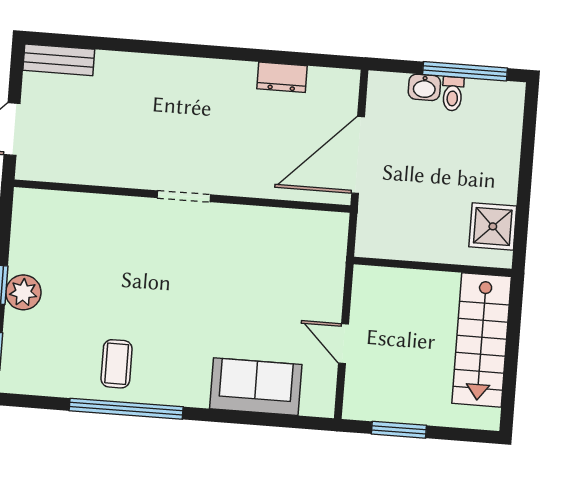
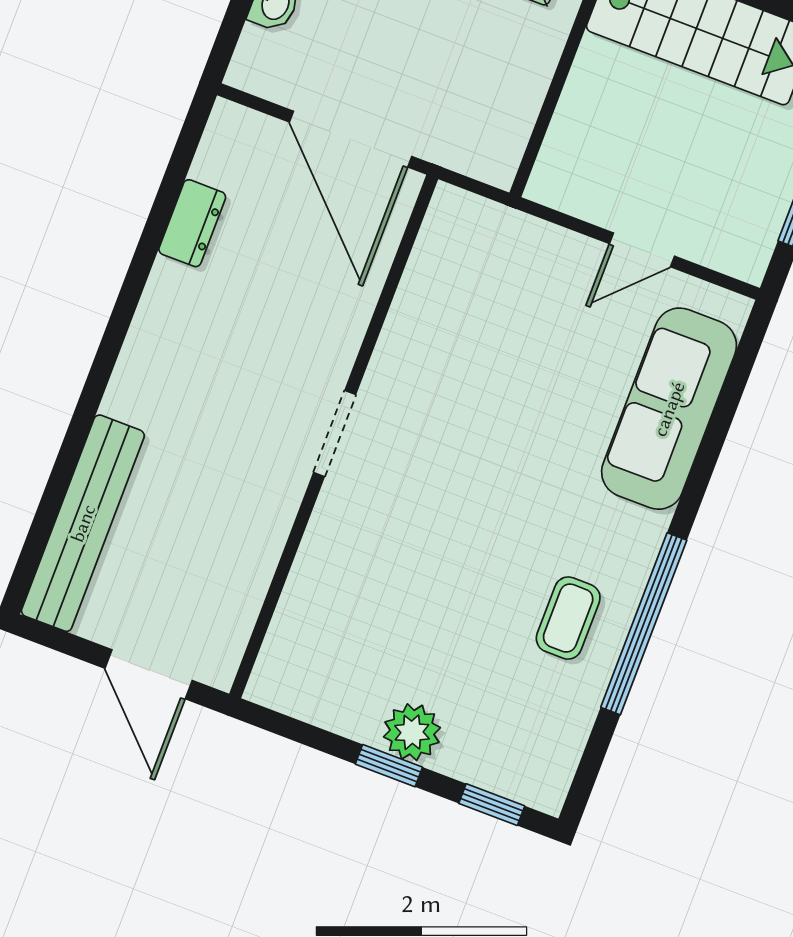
bench: (59, 60) -> (83, 523), width x1.86, depth x1.21
coffee table: (117, 364) -> (568, 618), turned 90
sofa: (256, 387) -> (669, 409), width x1.36

